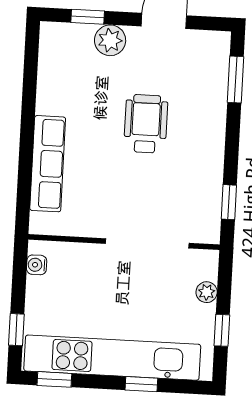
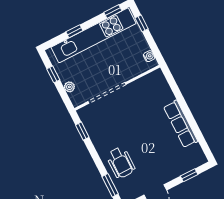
plant: (110, 40) -> (174, 171), removed
wheelchair: (146, 124) -> (121, 163), moved
row of seats: (48, 164) -> (181, 124), moved

